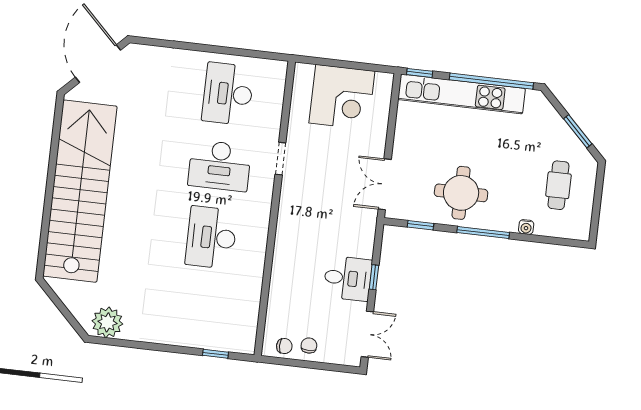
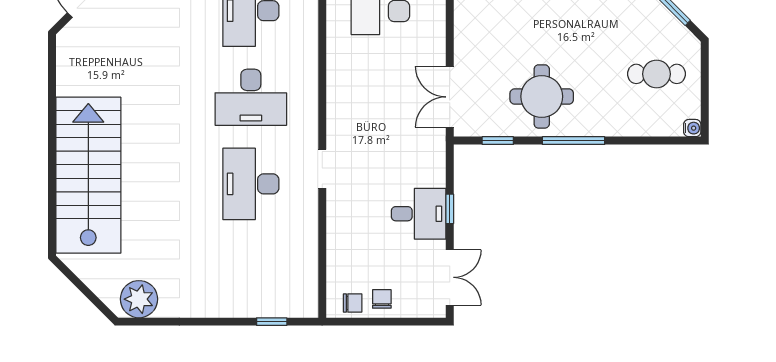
doorway: (280, 159) -> (322, 169), moved
cafe table: (558, 185) -> (656, 74), turned 90
stairs: (80, 191) -> (88, 175), width x0.73
water cooler: (526, 227) -> (692, 128), moved, turned -90

